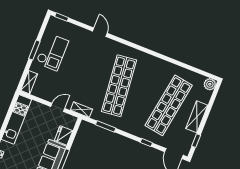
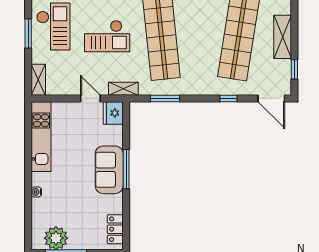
checkout: (84, 72) -> (107, 36), added
door: (58, 107) -> (90, 98), hinge flipped
fridge: (64, 136) -> (113, 113), moved

